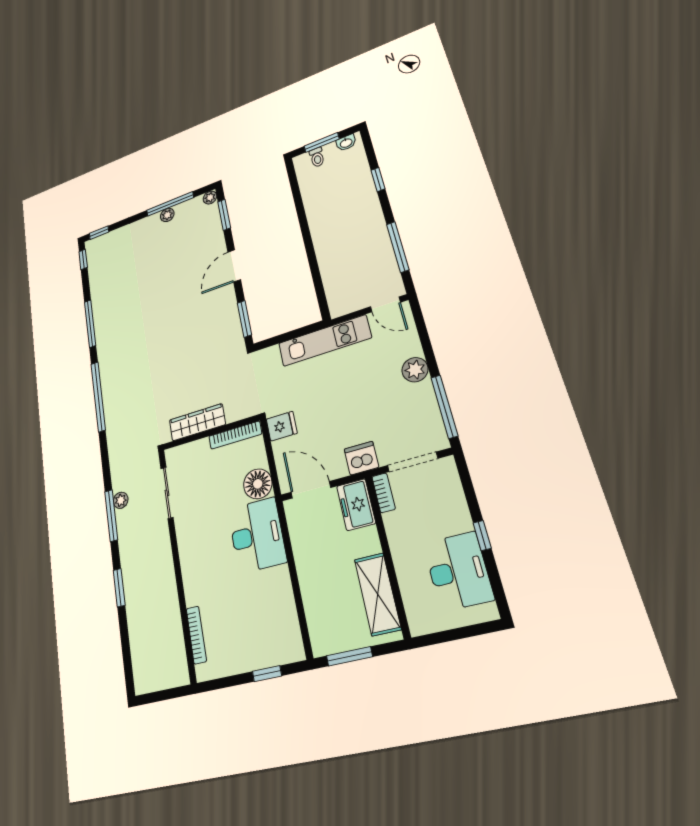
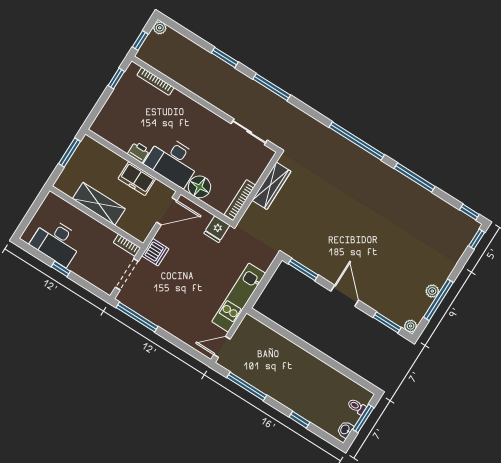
plant: (415, 370) -> (171, 324), removed
plant: (121, 500) -> (160, 28), moved
freezer: (356, 505) -> (137, 179), moved, turned 180
printer: (280, 580) -> (139, 152), added
shelving: (378, 594) -> (99, 204), moved
window: (267, 674) -> (116, 79), moved
window: (170, 694) -> (140, 41), added

